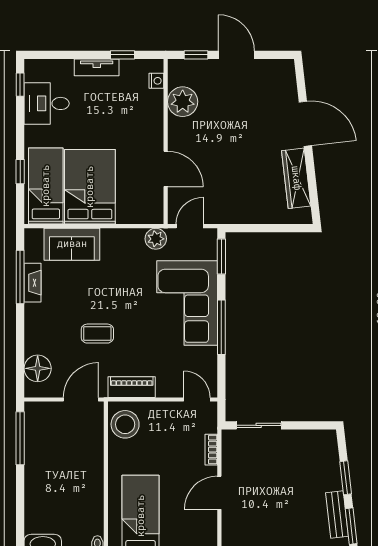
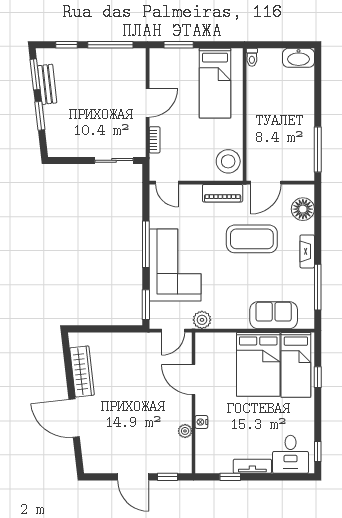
nightstand: (156, 81) -> (201, 422), moved
plant: (183, 102) -> (185, 431), width x0.53, depth x0.53
desk: (47, 103) -> (291, 454), moved, turned 90
fireplace: (33, 283) -> (307, 251), moved
coffee table: (97, 334) -> (252, 239), width x1.86, depth x1.72

